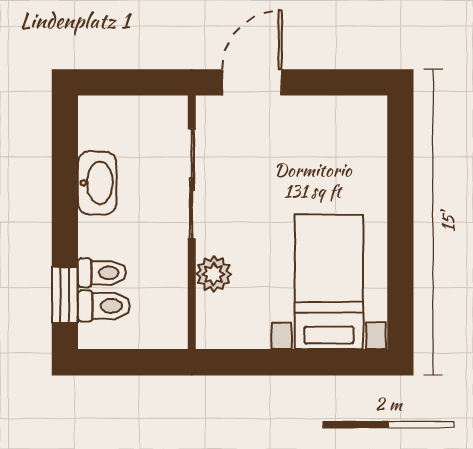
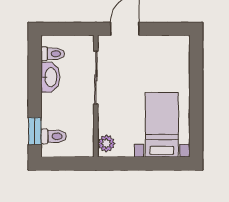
toilet: (102, 273) -> (53, 54), moved
plant: (214, 274) -> (106, 143), moved

